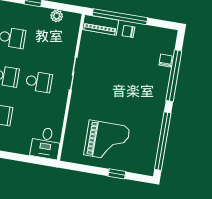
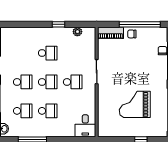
window: (120, 17) -> (140, 24), moved
grand piano: (107, 141) -> (135, 104), moved, turned 180

